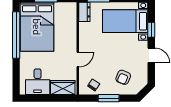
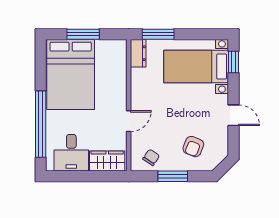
window: (151, 30) -> (233, 62), moved
window: (16, 35) -> (41, 124), moved

